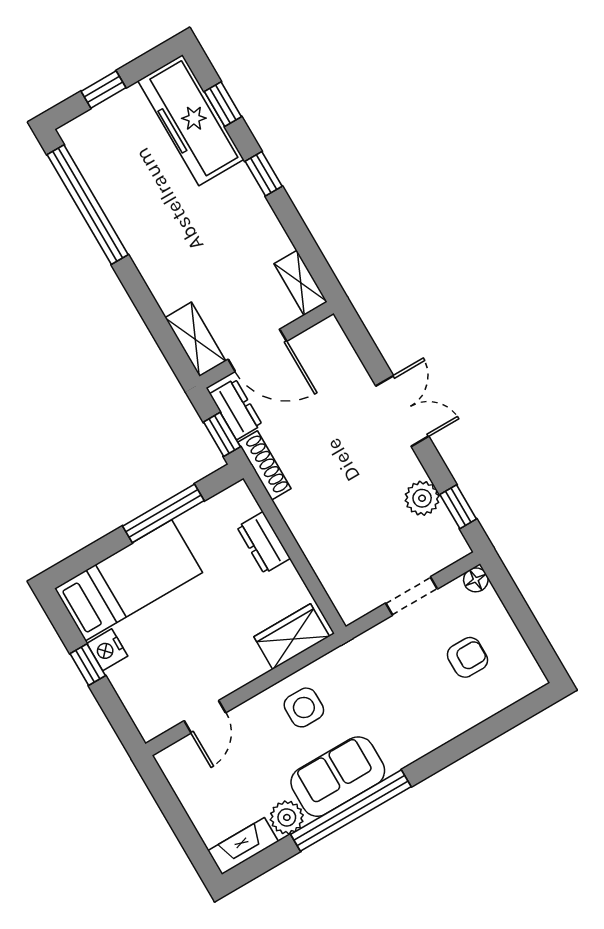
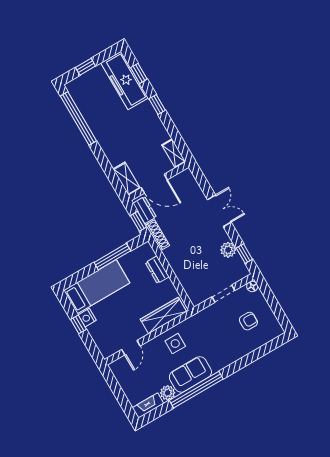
wardrobe: (292, 637) -> (163, 315), width x1.50

